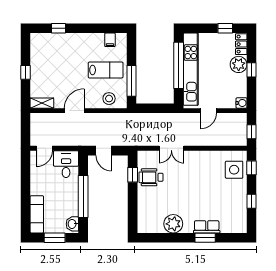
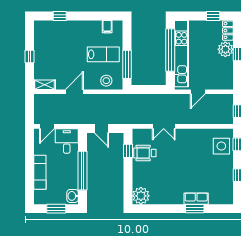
water cooler: (242, 103) -> (228, 85), removed
exam couch: (37, 214) -> (40, 172), moved
plant: (173, 224) -> (141, 196), moved

